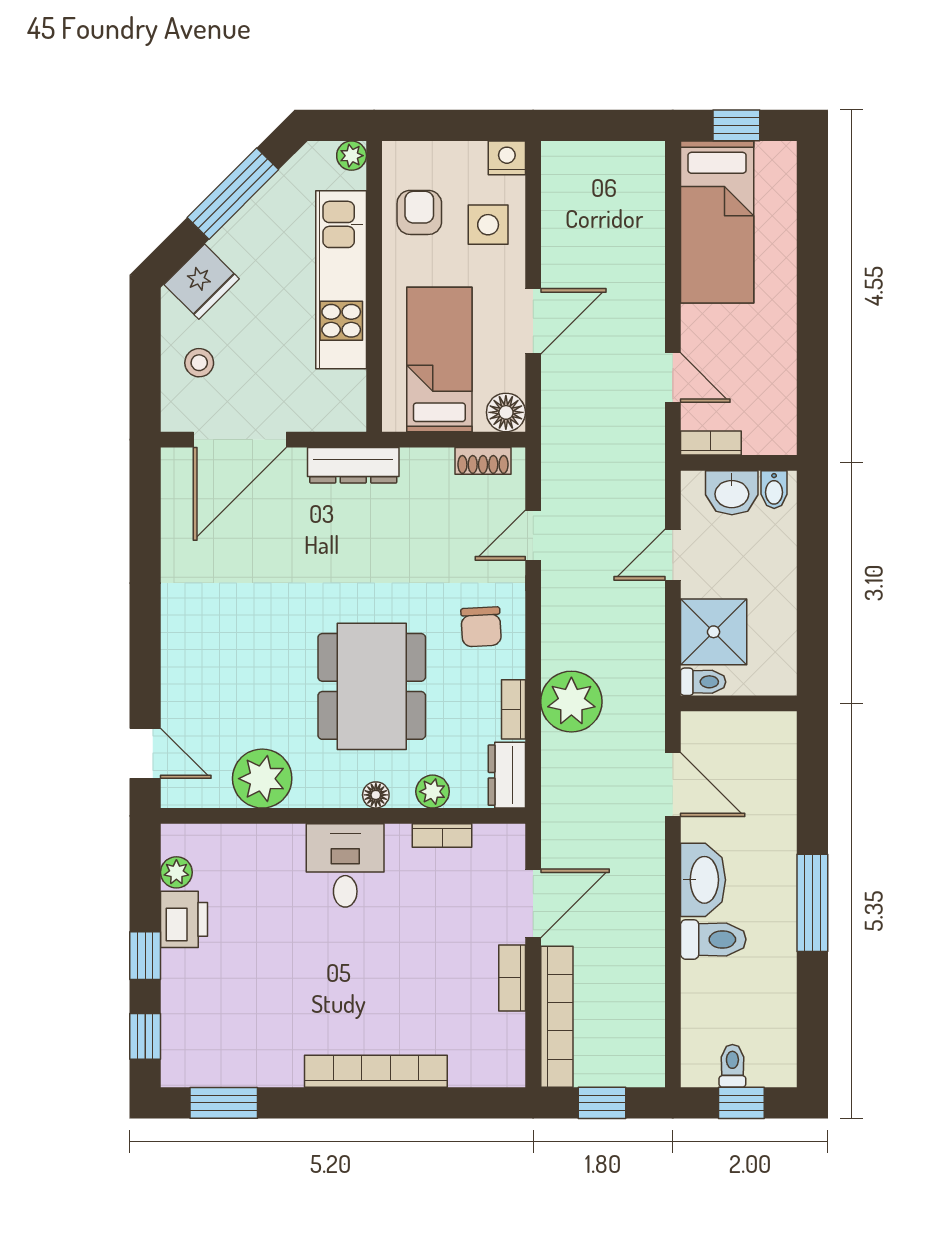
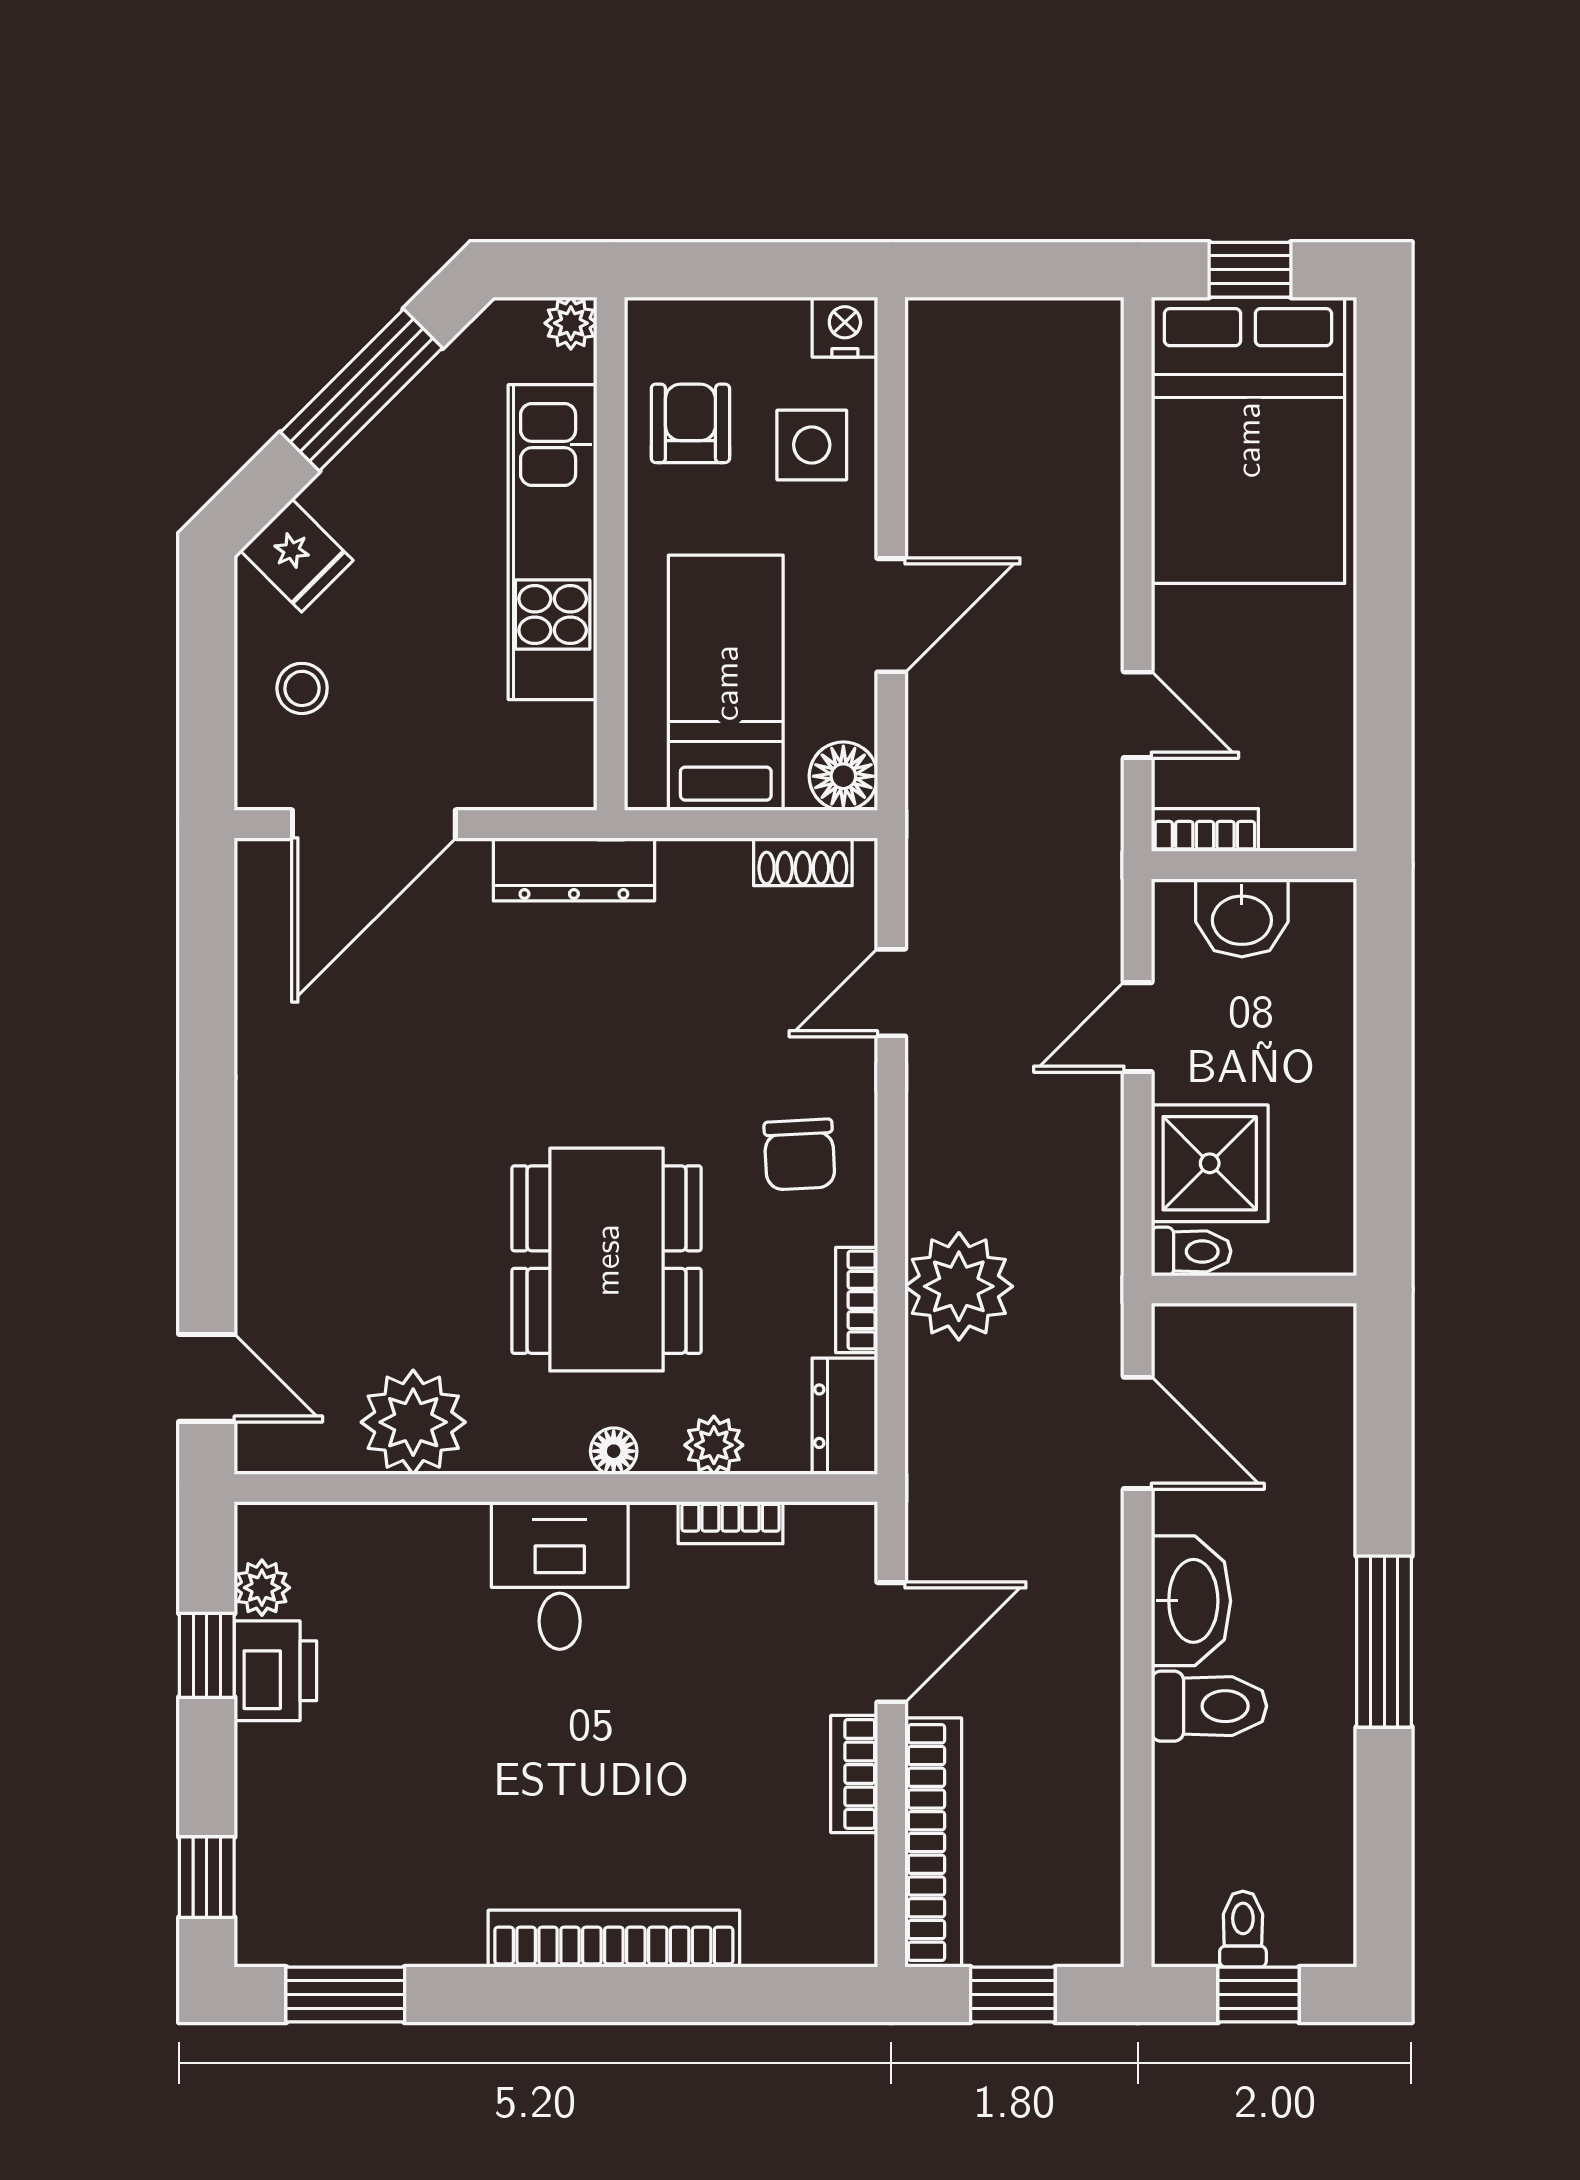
bed: (717, 222) -> (1248, 440), width x1.50
fridge: (202, 282) -> (297, 555), width x0.72
bidet: (774, 490) -> (1316, 912), removed
window: (145, 956) -> (207, 1655), moved

